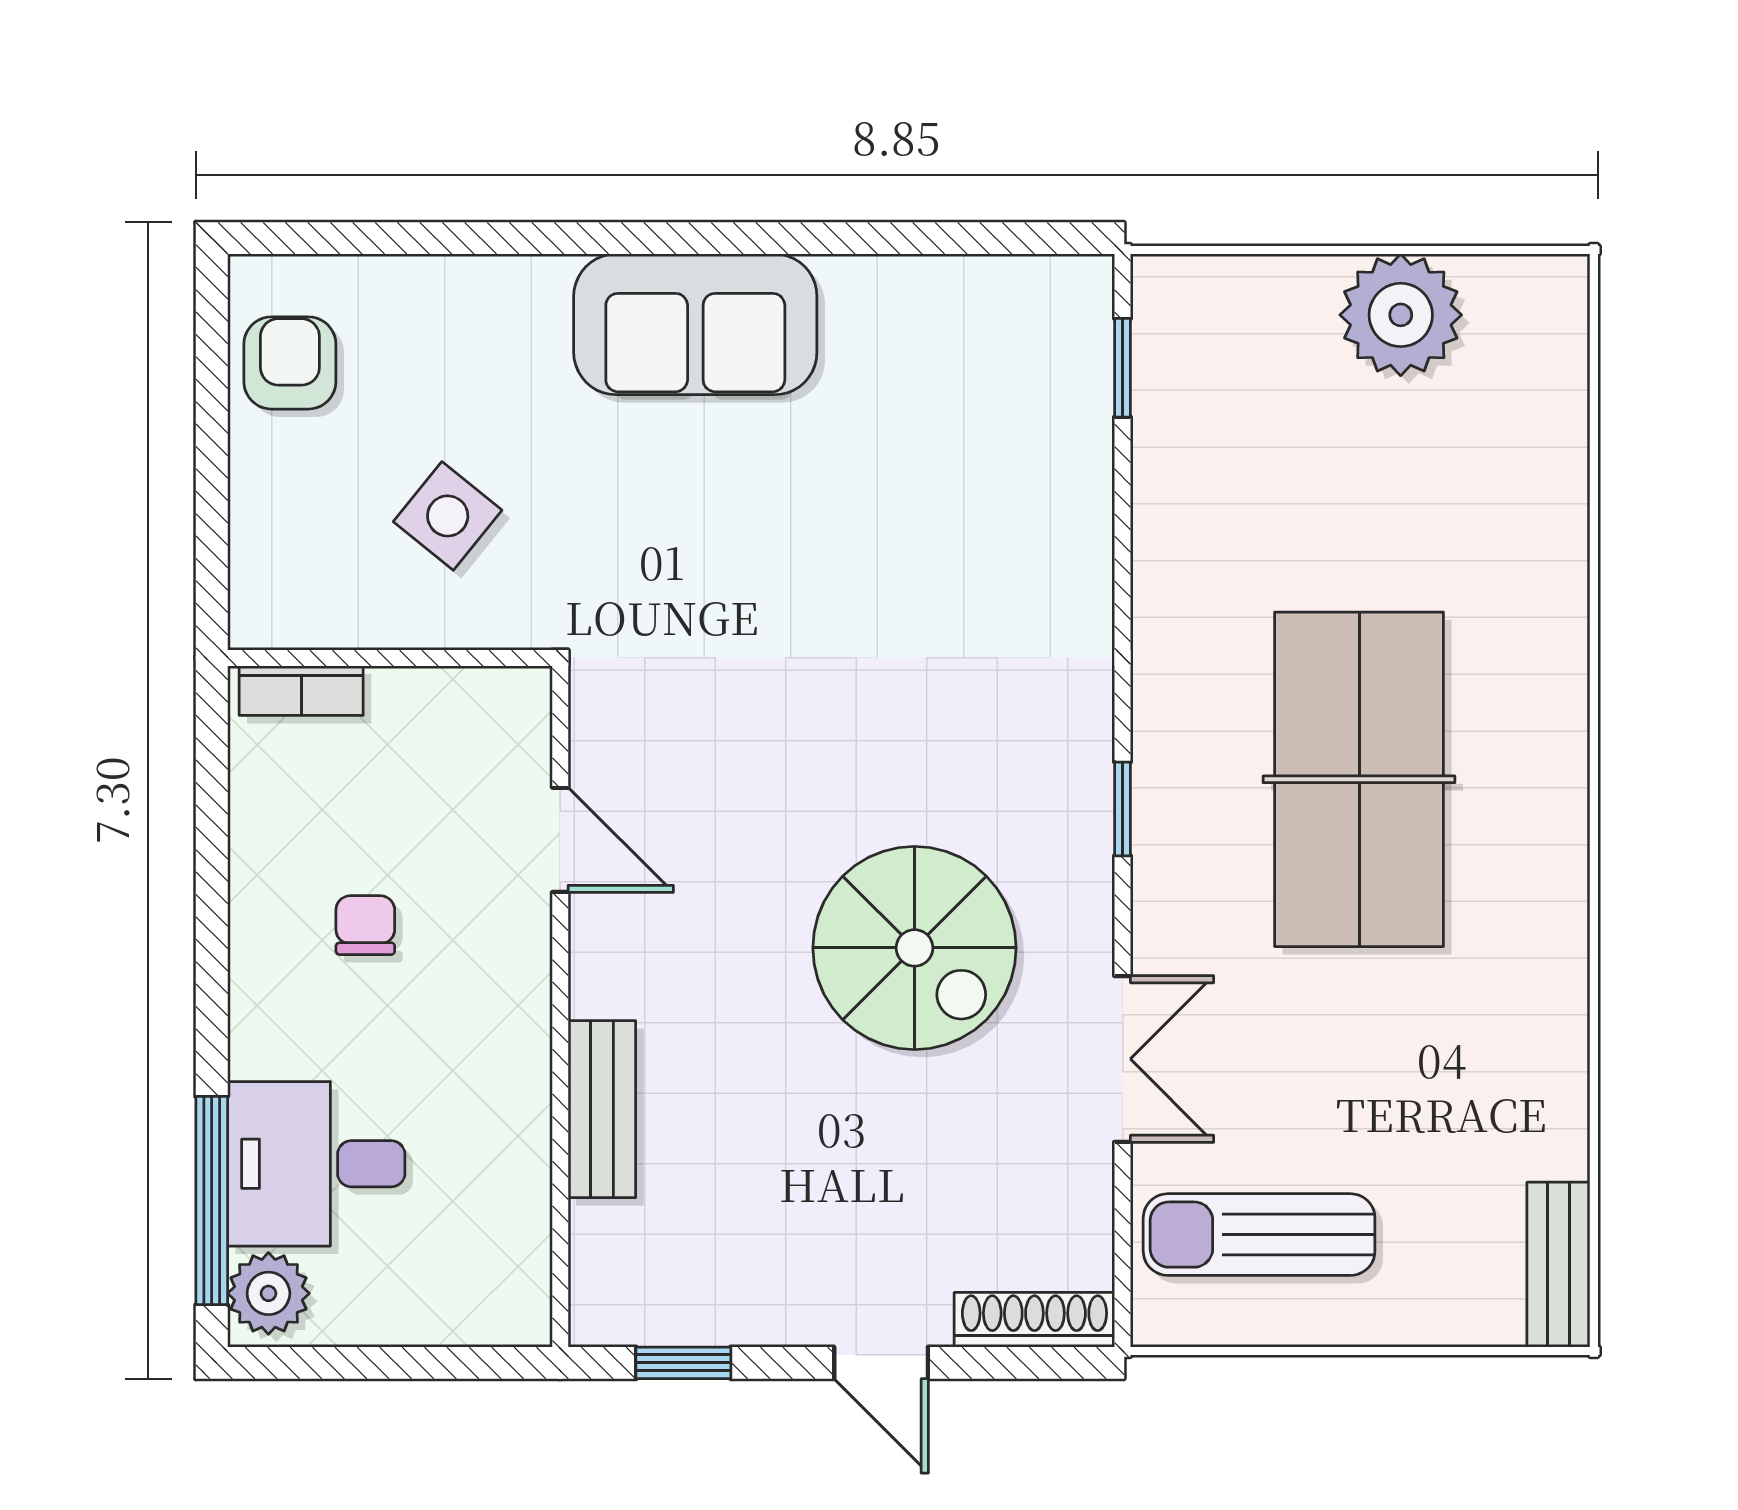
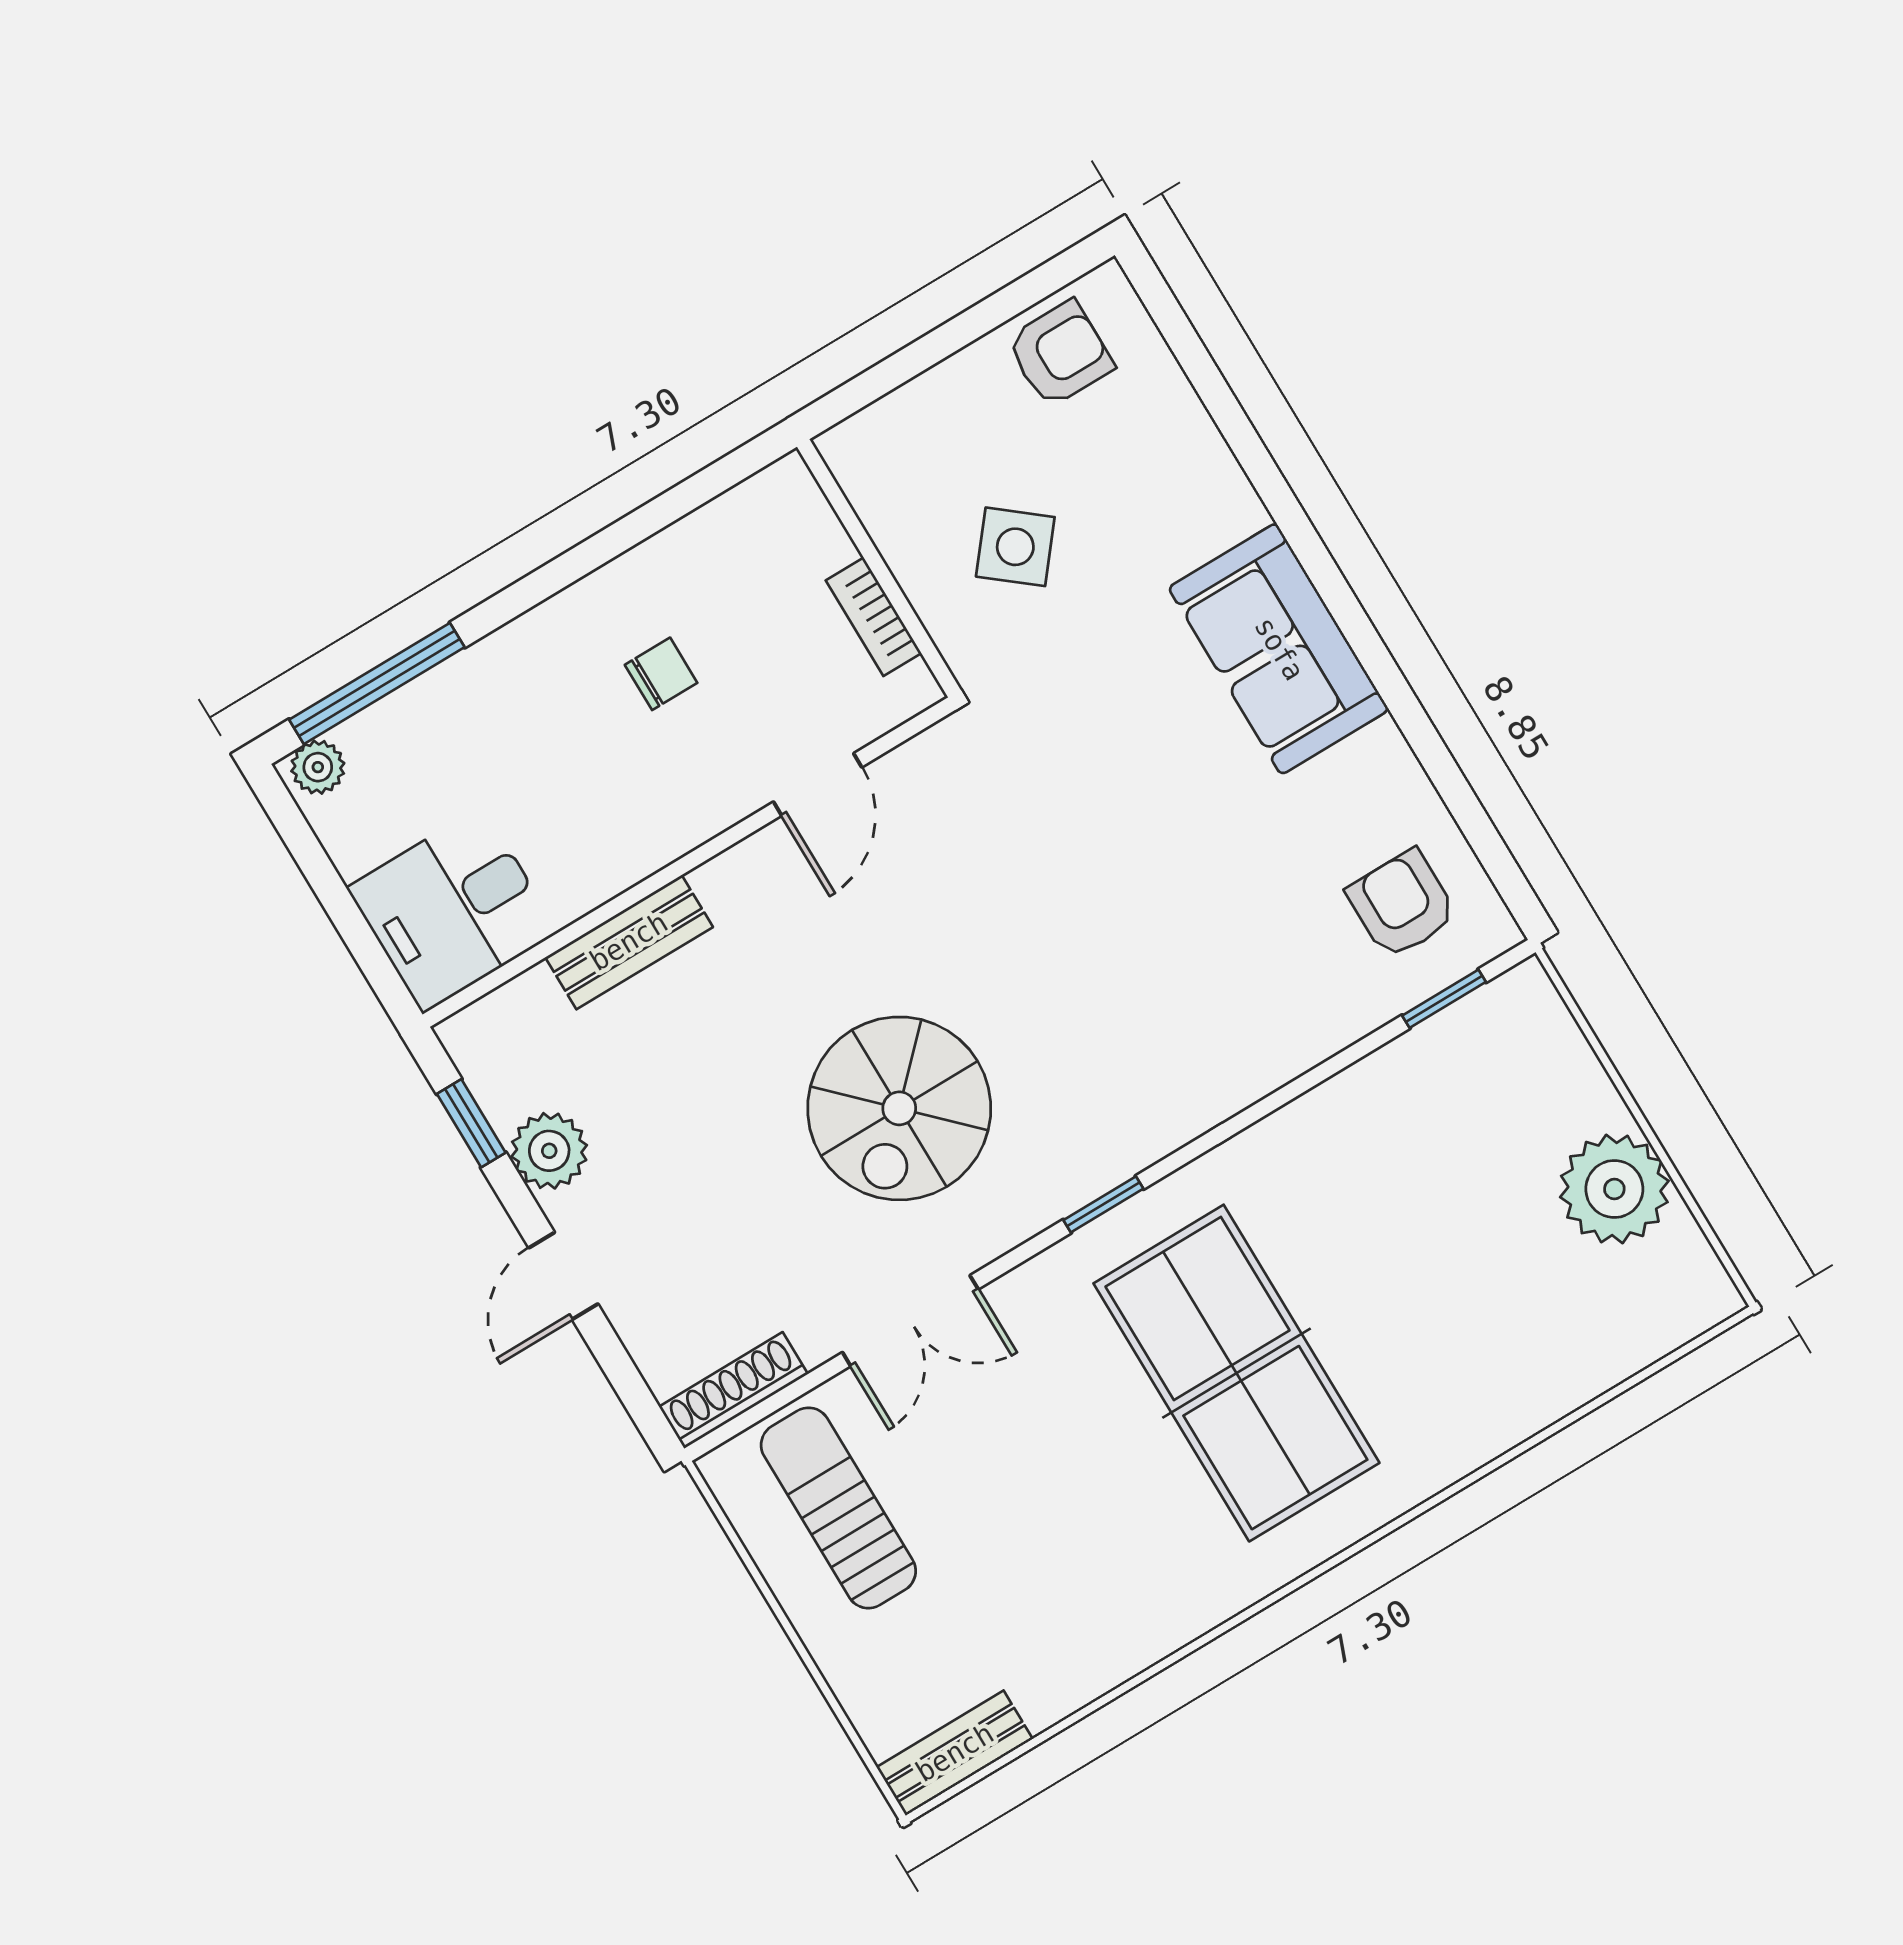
armchair: (1009, 353) -> (1402, 904), added
bookcase: (301, 691) -> (874, 617), moved
table tennis table: (1359, 779) -> (1236, 1373), turned 90
desk: (316, 1164) -> (453, 910), moved, turned -90
plant: (268, 1293) -> (318, 767), width x0.73, depth x0.73
plant: (754, 1305) -> (549, 1151), added
shoe rack: (1034, 1320) -> (734, 1390), moved, turned -90

